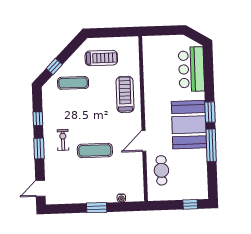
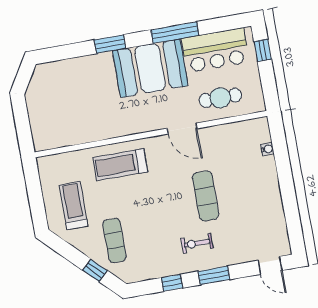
bar counter: (191, 69) -> (215, 50), moved
window: (210, 112) -> (110, 44), moved
window: (97, 208) -> (286, 182), removed

